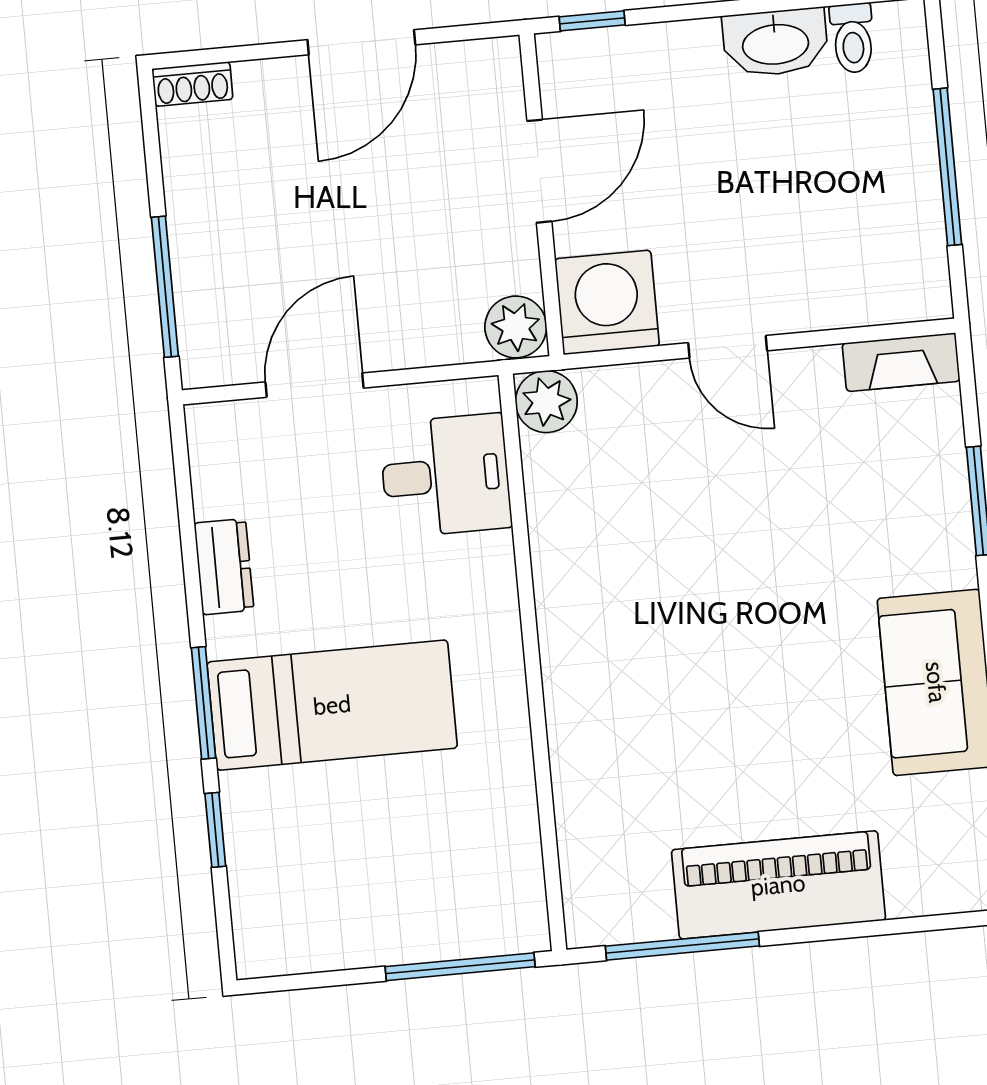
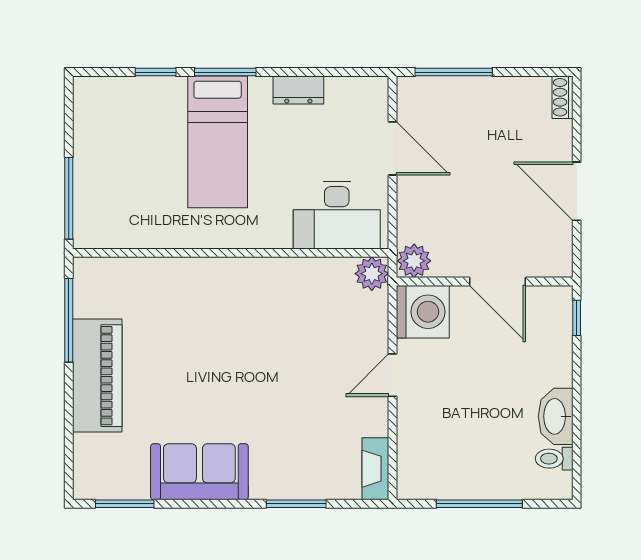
desk: (445, 476) -> (337, 215), width x1.37

